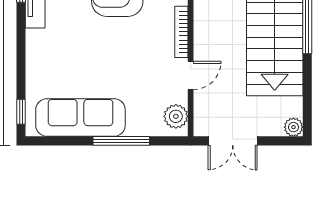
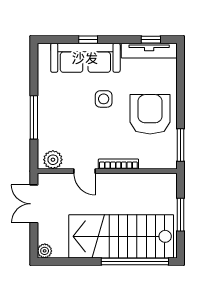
side table: (98, 51) -> (104, 99), added
window: (21, 112) -> (88, 40), moved
sofa: (80, 118) -> (85, 58), moved, turned 90

